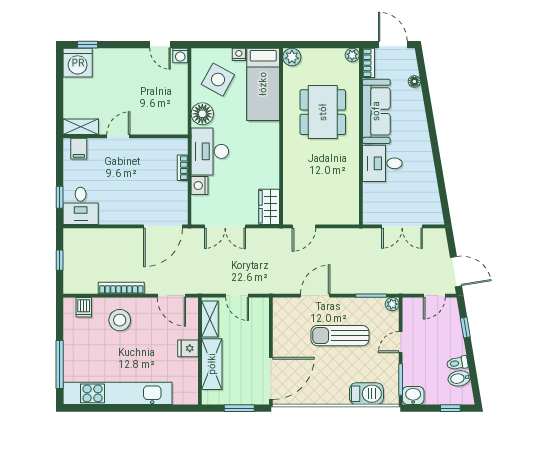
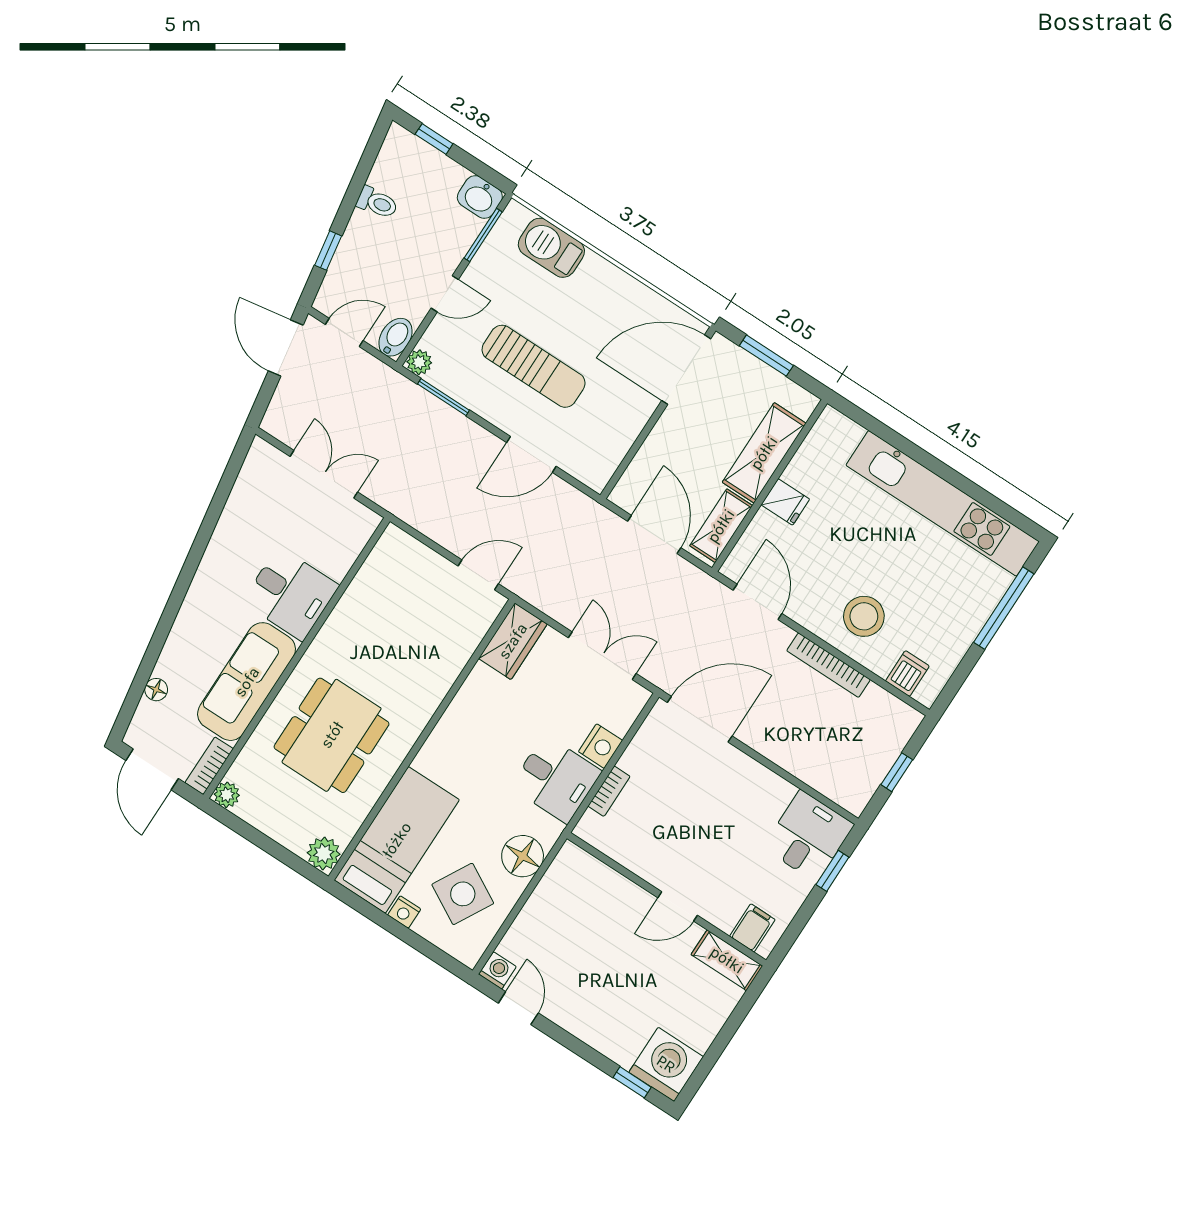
desk: (210, 151) -> (556, 779), width x0.73
door: (237, 296) -> (654, 535), width x1.38
bidet: (459, 378) -> (395, 337), moved, turned -80

